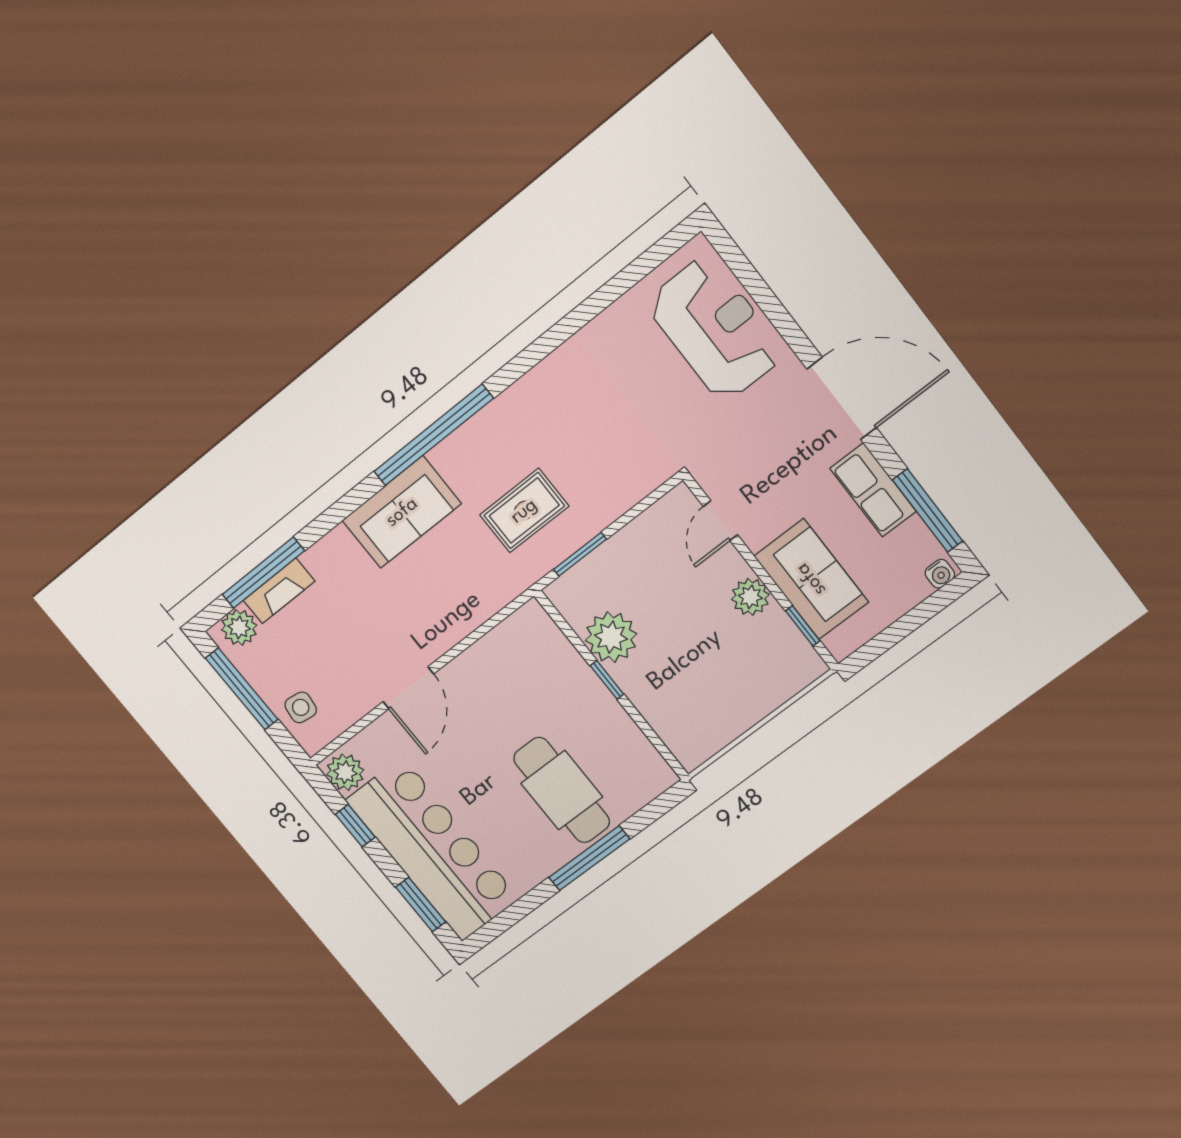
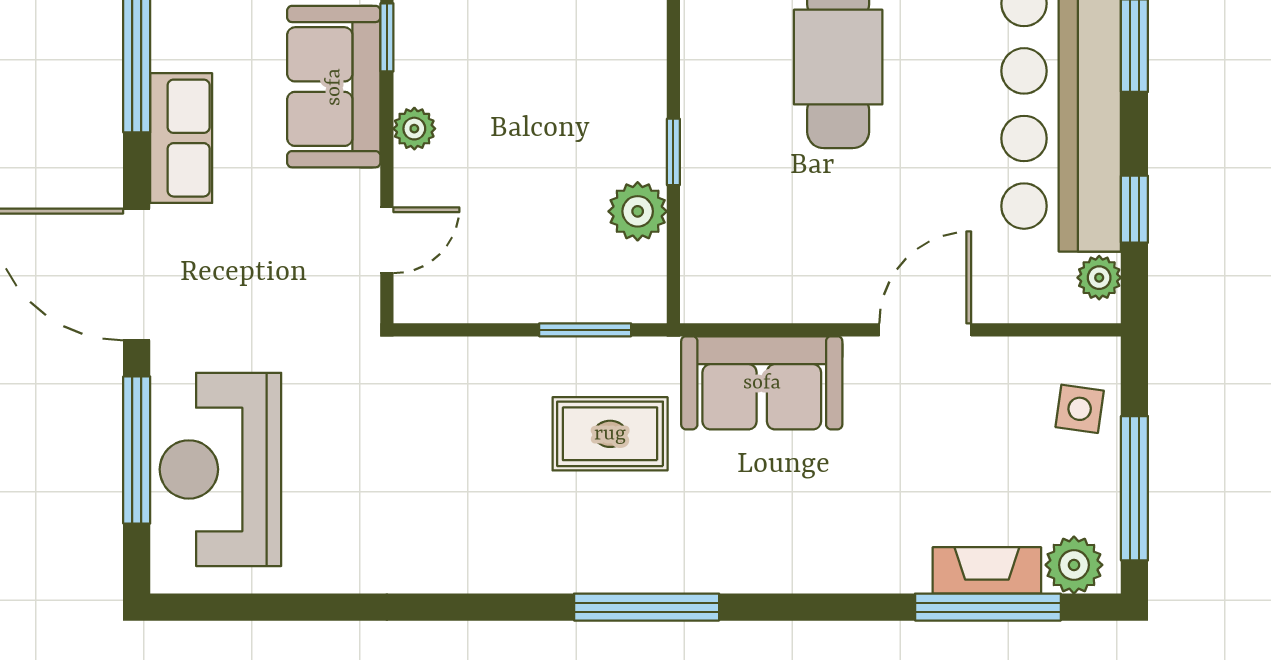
window: (769, 303) -> (137, 450), added
window: (433, 435) -> (647, 607), width x0.68
sofa: (402, 512) -> (762, 383), moved, turned 180
plant: (750, 597) -> (414, 129), width x0.73, depth x0.73
plant: (611, 637) -> (638, 211), width x0.73, depth x0.73
plant: (345, 772) -> (1099, 278), width x0.73, depth x0.73

